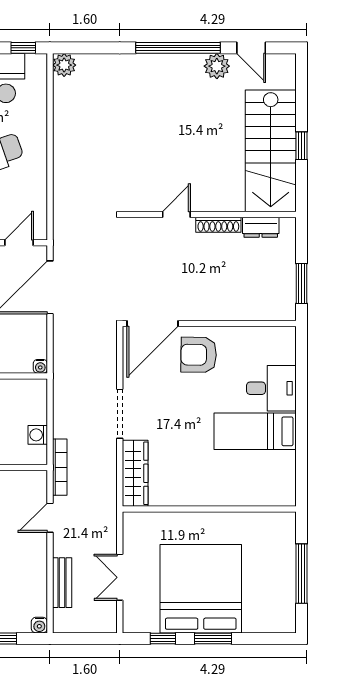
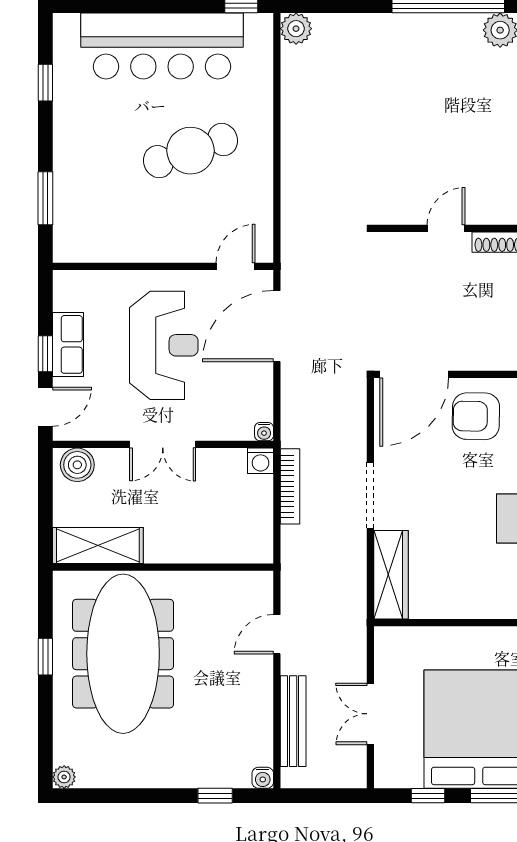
washing machine: (38, 435) -> (261, 461), moved, turned -90
bookcase: (60, 467) -> (290, 486), moved
bench: (62, 583) -> (293, 721), width x1.36

